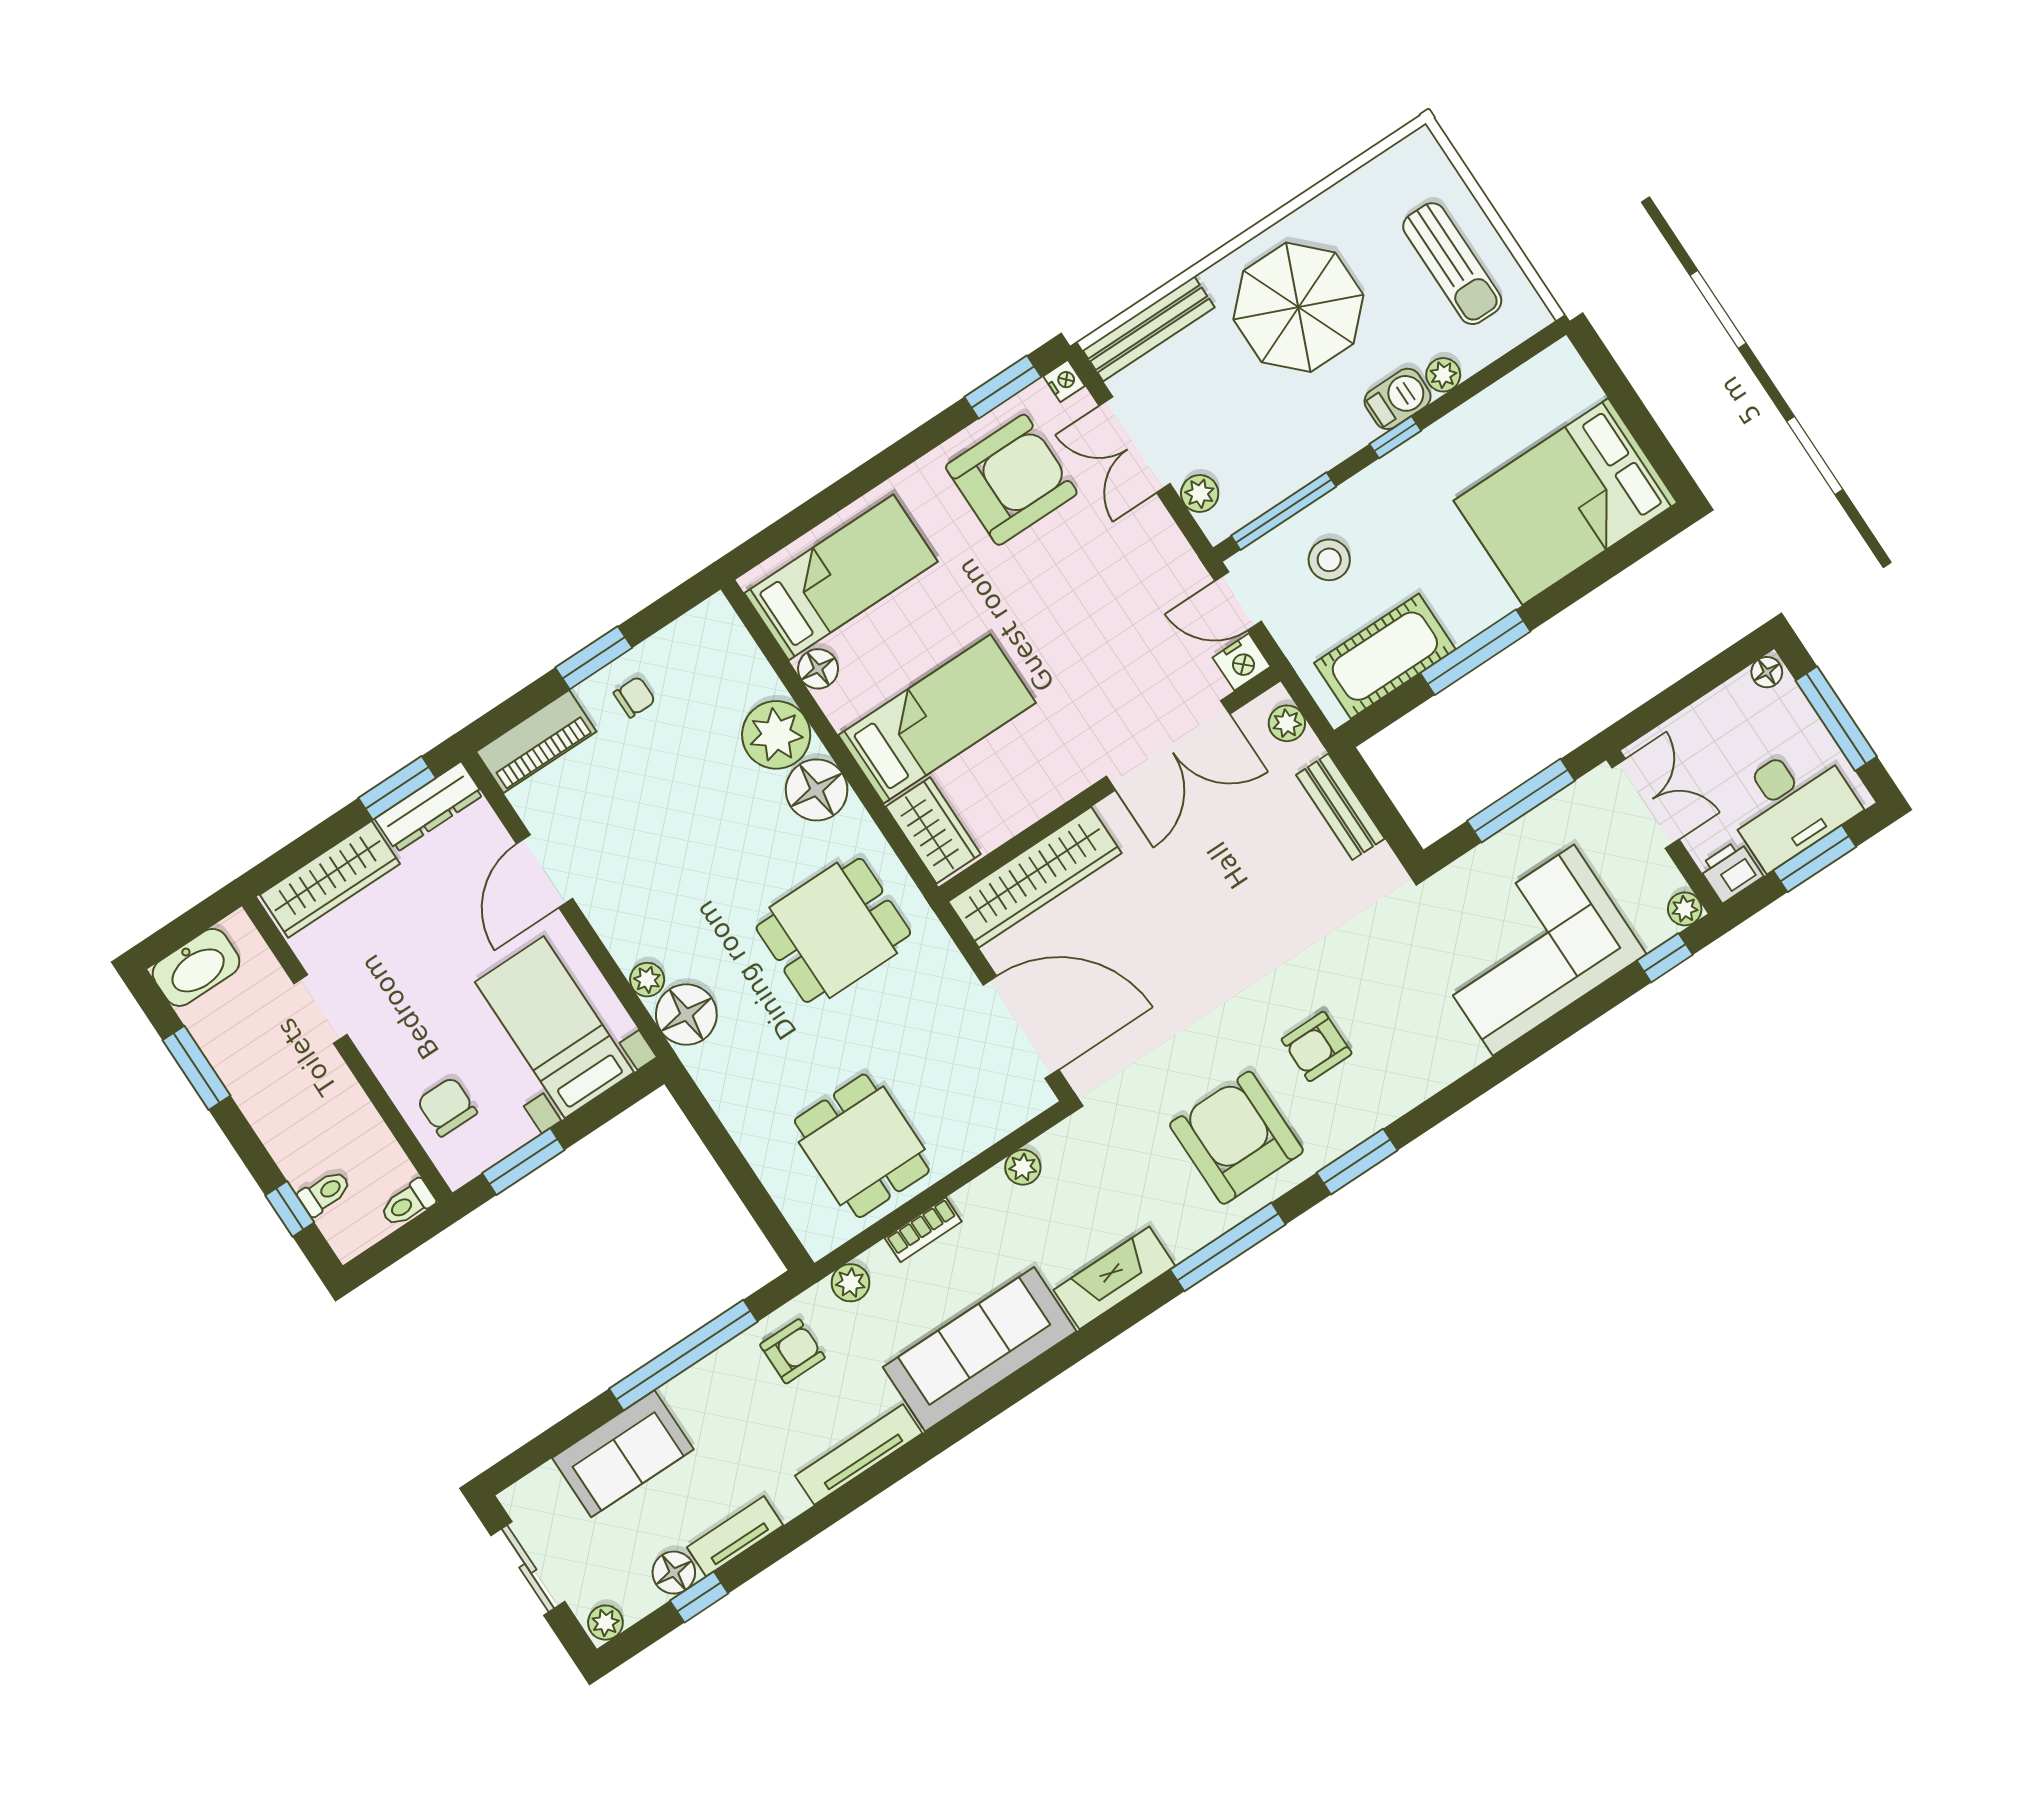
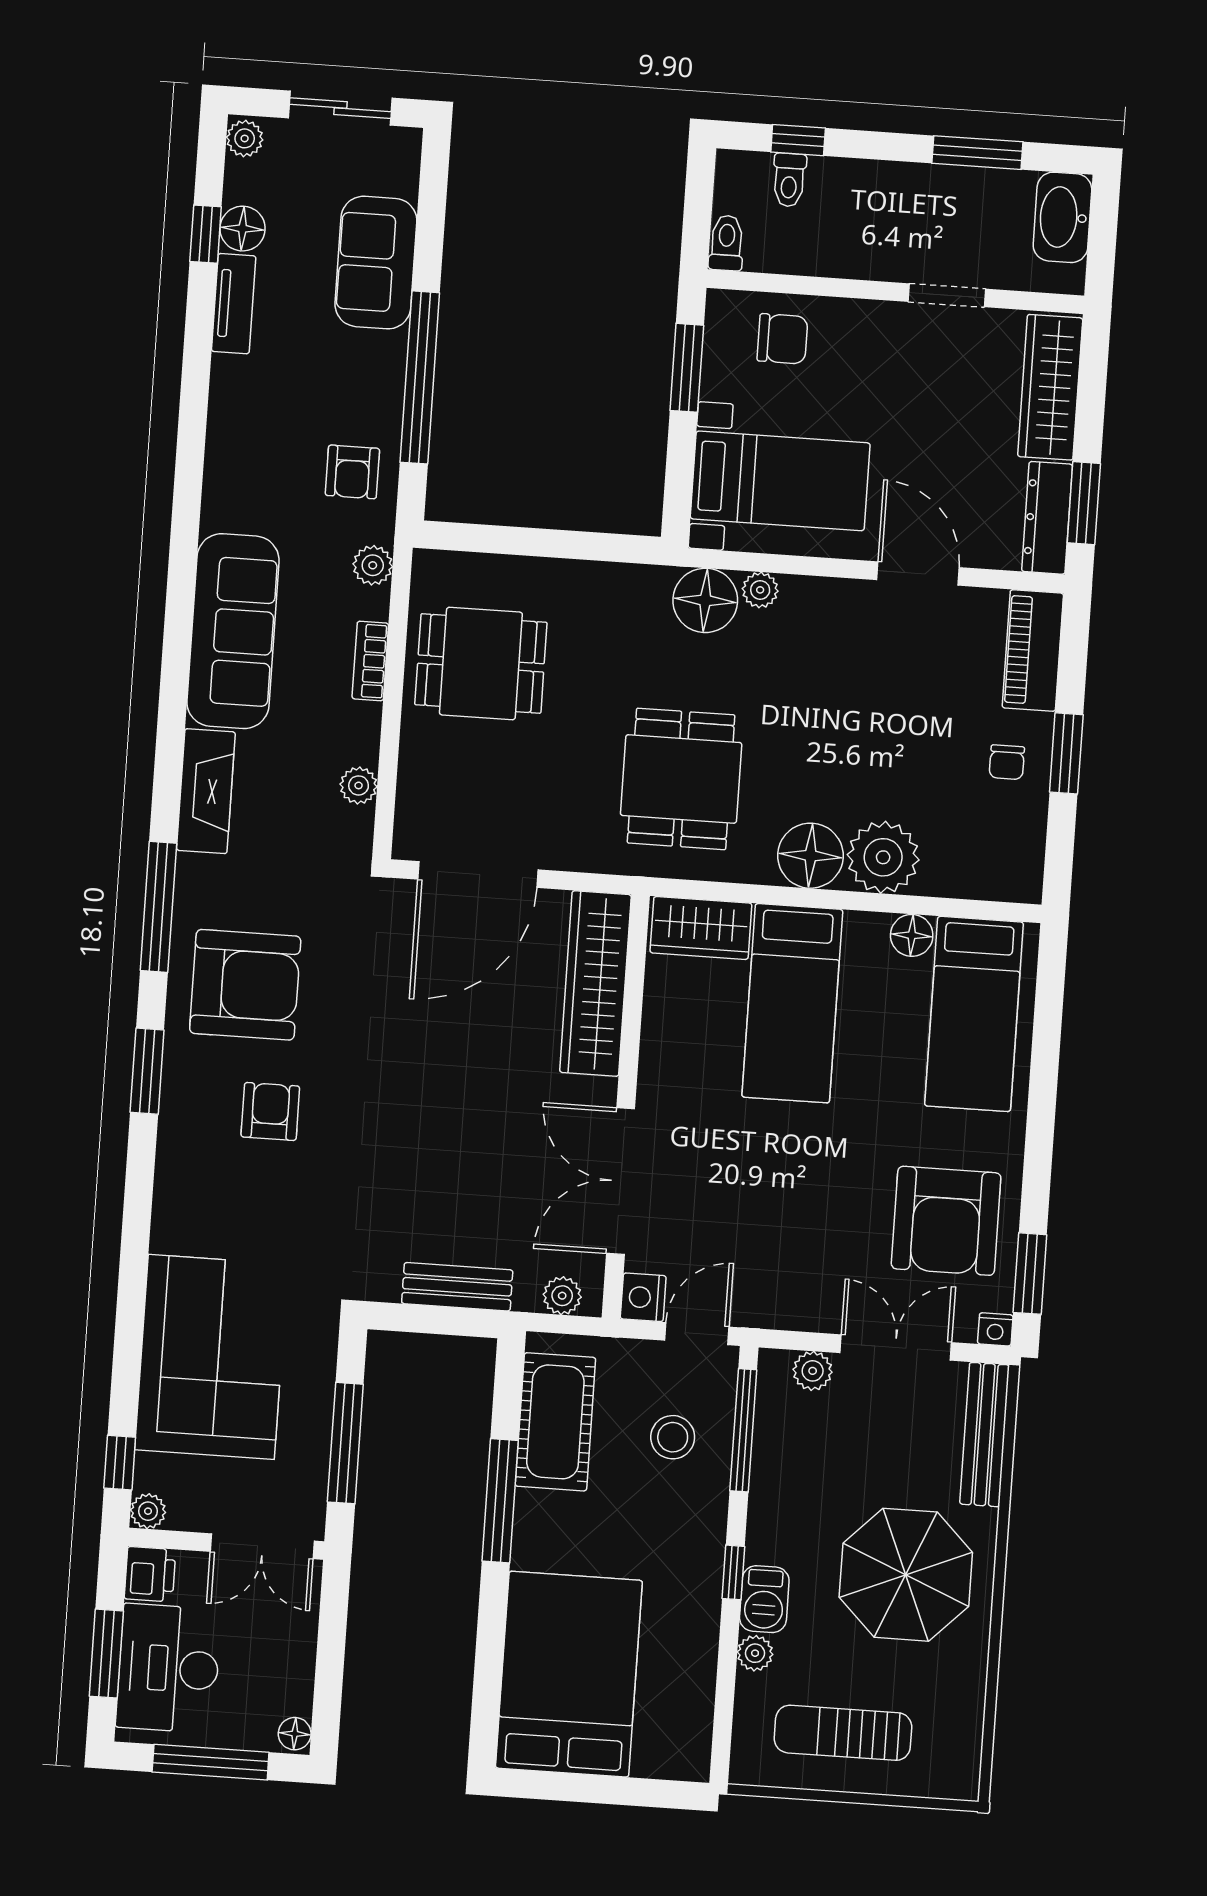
tv unit: (859, 1455) -> (222, 461), removed

